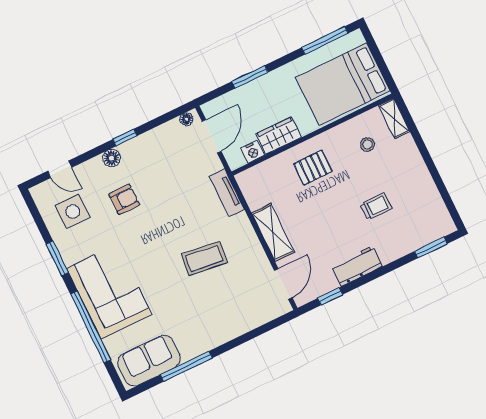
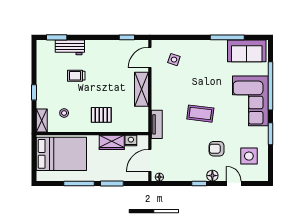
window: (325, 40) -> (79, 184), moved
window: (425, 153) -> (34, 92), added
door: (60, 169) -> (234, 184), moved
coffee table: (204, 258) -> (200, 114), moved
workbench: (357, 266) -> (70, 47), moved
side table: (247, 298) -> (174, 60), added

